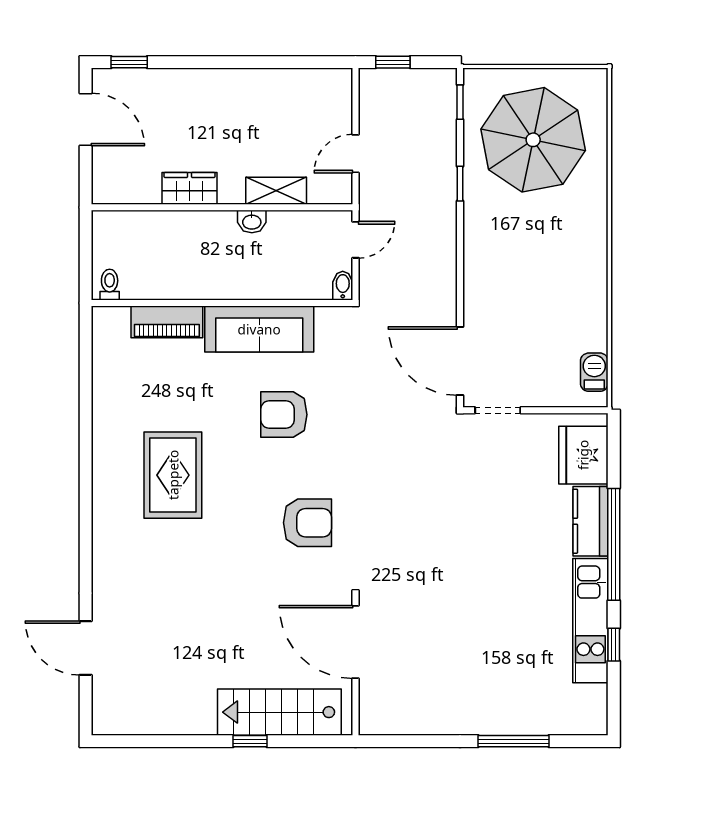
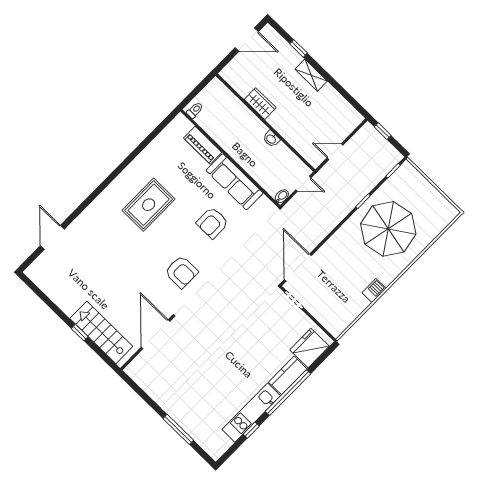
window: (129, 62) -> (299, 48), moved
door: (86, 119) -> (247, 40), hinge flipped
parasol: (533, 140) -> (388, 229), moved
shelving: (276, 191) -> (311, 75), moved
barbecue: (594, 372) -> (374, 291), moved
armchair: (284, 415) -> (212, 223), turned -90

